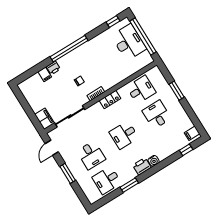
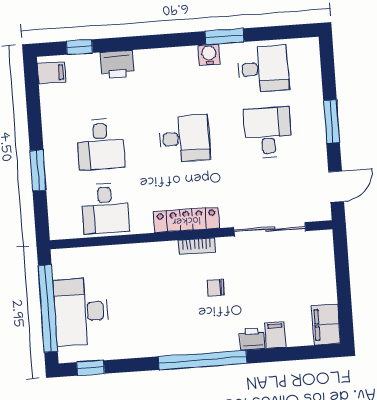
desk: (141, 90) -> (105, 208), turned -90
locker: (110, 100) -> (186, 220), width x1.53
filing cabinet: (45, 119) -> (326, 324), moved
water cooler: (154, 161) -> (209, 55), moved
printer: (142, 166) -> (117, 64), moved

